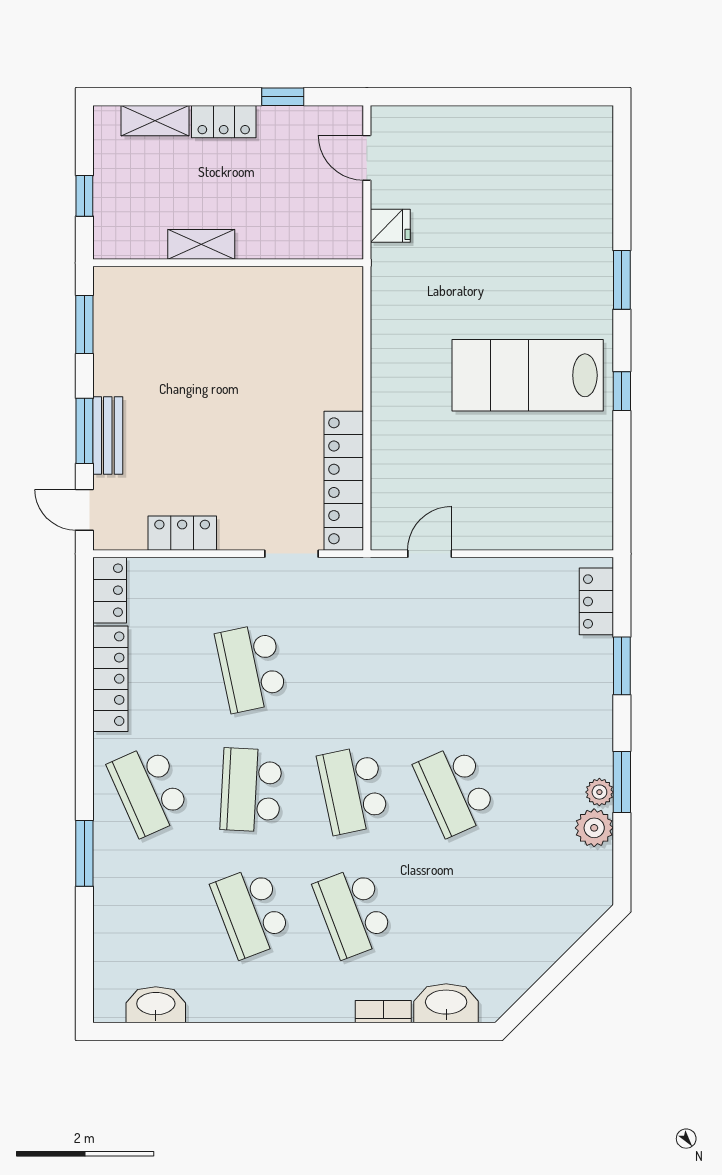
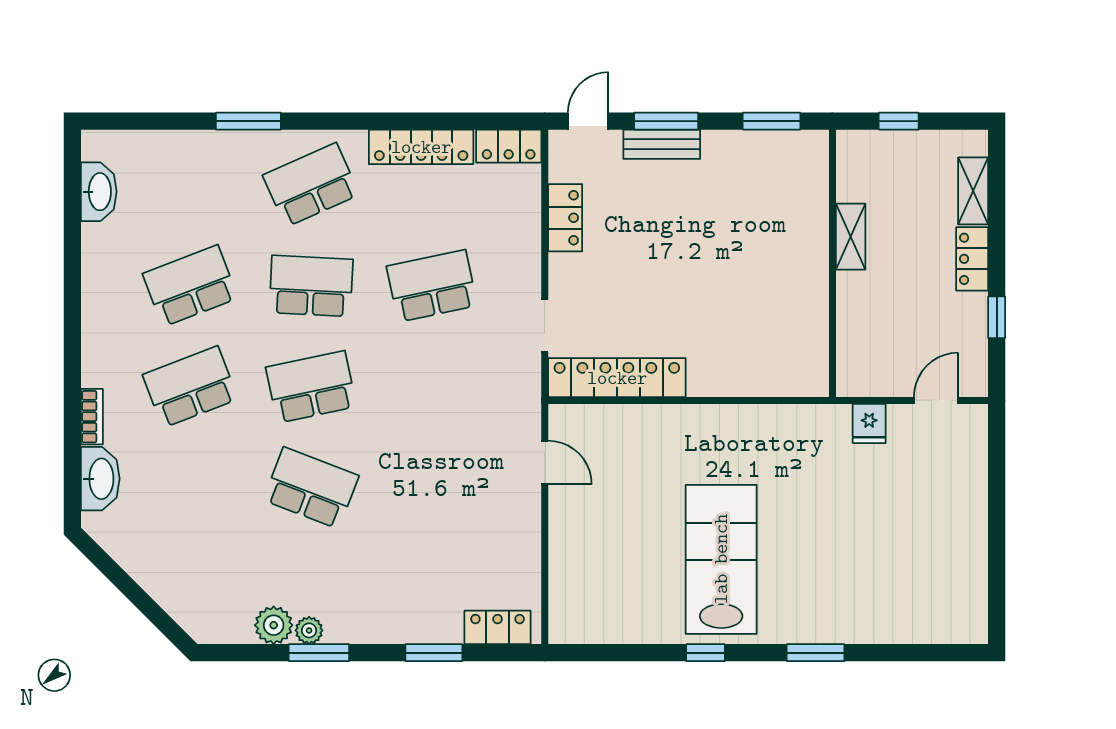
school desk: (455, 790) -> (311, 488), turned 45

